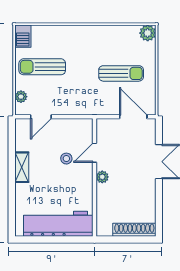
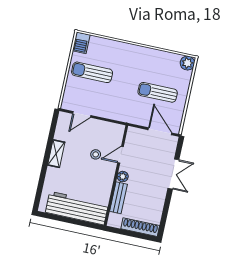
sun lounger: (121, 73) -> (158, 92), turned 180
plant: (21, 97) -> (69, 94), removed
bench: (103, 202) -> (119, 198), added

